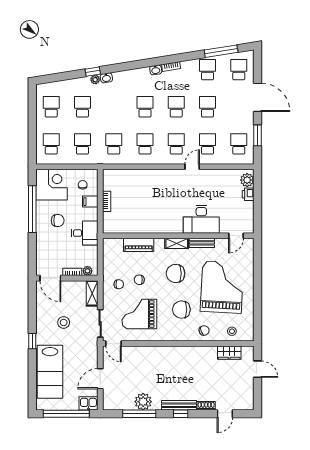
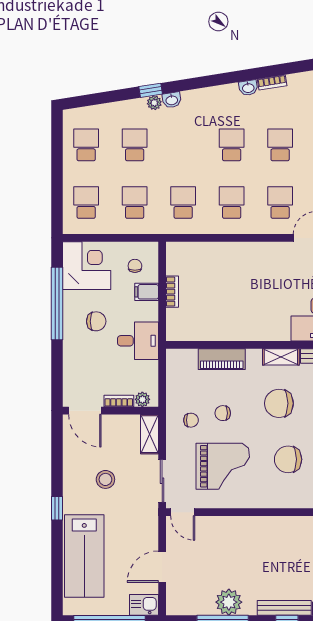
grand piano: (139, 314) -> (223, 466), turned 180

